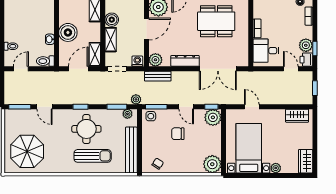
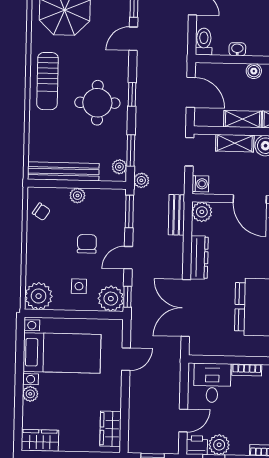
boiler: (68, 32) -> (254, 71), width x0.54, depth x0.54
shelving: (95, 54) -> (242, 119), moved
side table: (151, 116) -> (79, 286), moved
plant: (147, 140) -> (77, 196), added
sun lounger: (93, 156) -> (47, 81), moved

